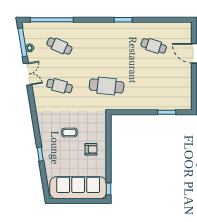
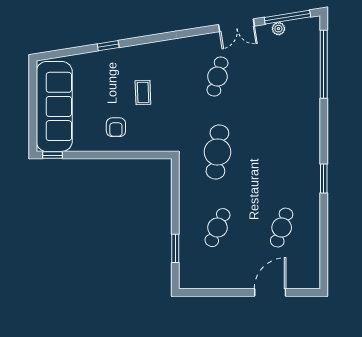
cafe table: (59, 46) -> (217, 228), moved

